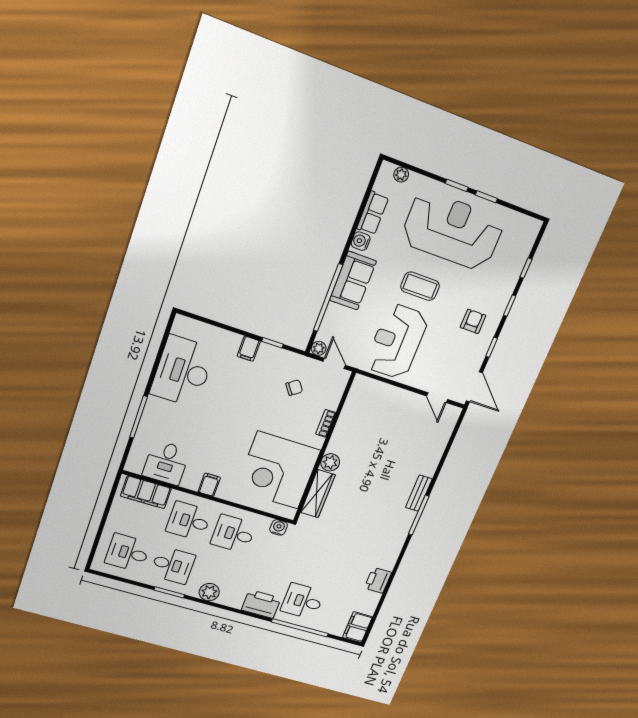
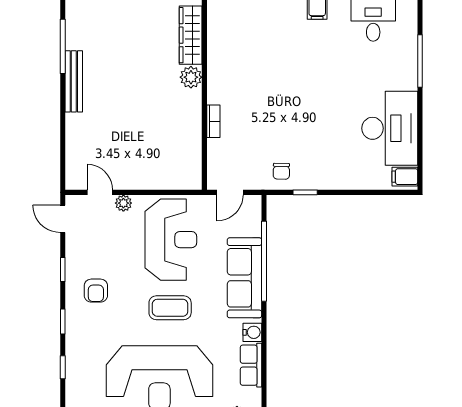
sofa: (353, 281) -> (244, 278), width x1.36
plant: (319, 348) -> (123, 203), moved
filing cabinet: (249, 349) -> (405, 177), moved, turned -90
door: (334, 363) -> (230, 192), hinge flipped
door: (474, 387) -> (63, 219), width x0.73
chair: (294, 388) -> (281, 171), moved, turned -53
corner desk: (278, 470) -> (246, 49), removed
bench: (419, 493) -> (74, 81), width x1.36

